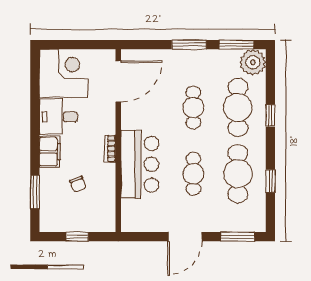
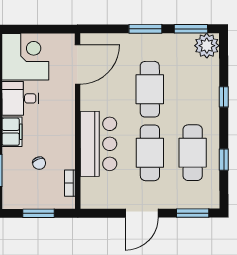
cafe table: (193, 108) -> (150, 89), width x1.37, depth x1.35
cafe table: (238, 108) -> (193, 89), removed
bookcase: (110, 148) -> (70, 183), moved
cafe table: (193, 174) -> (150, 153), width x1.37, depth x1.35
window: (77, 237) -> (38, 213), width x1.50

